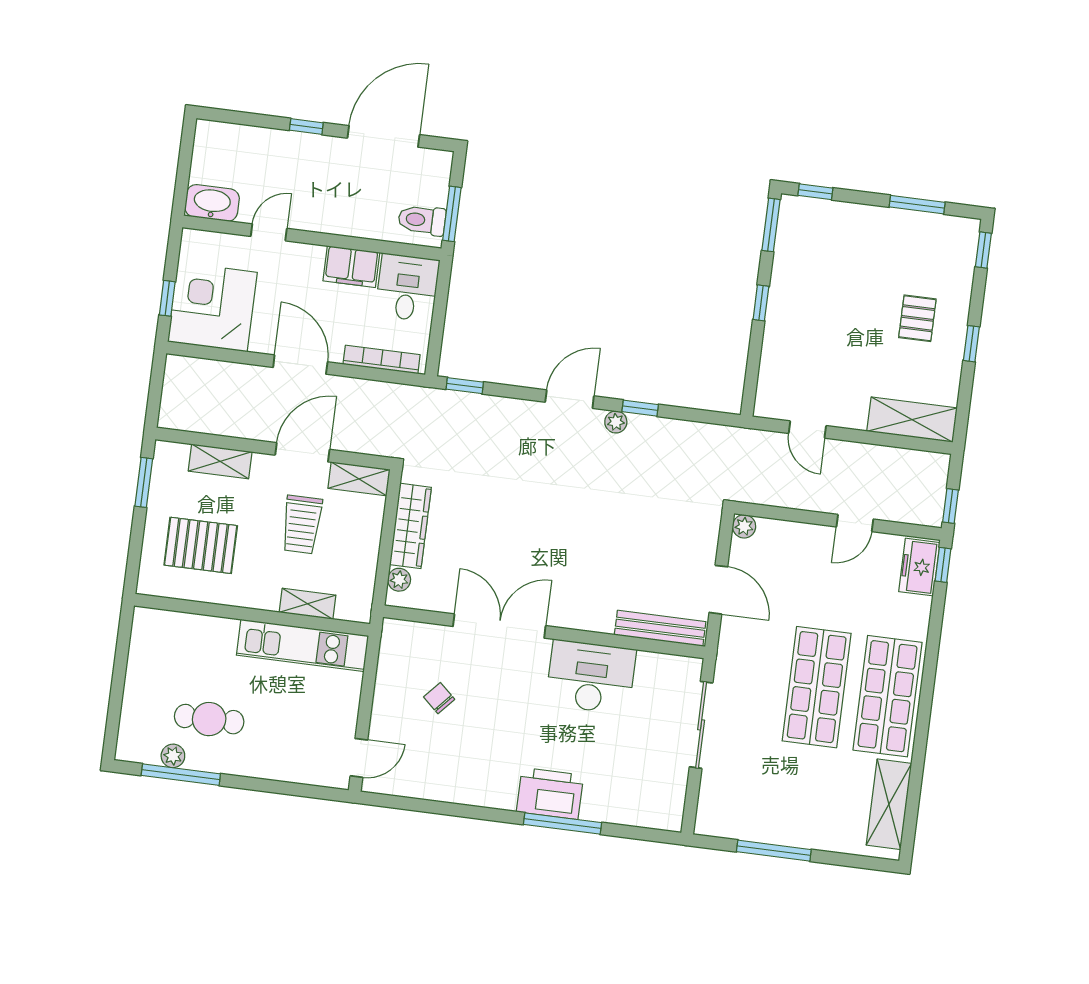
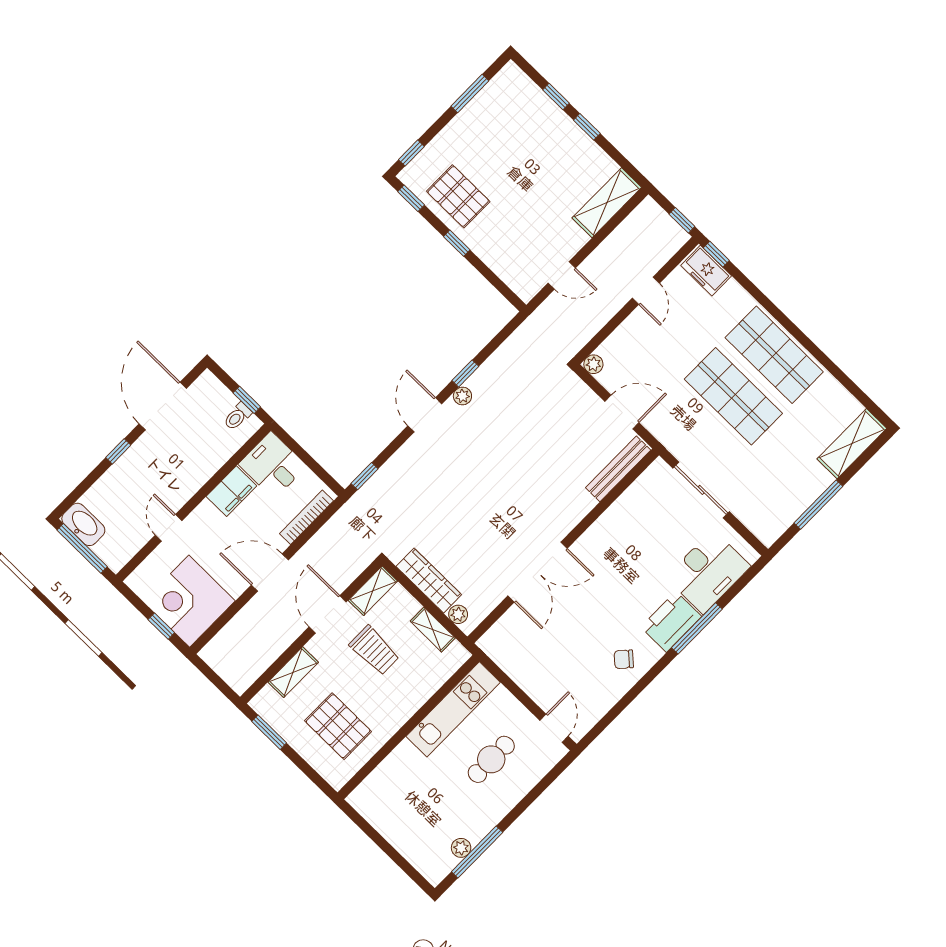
window: (185, 163) -> (82, 548), added
washbasin: (212, 203) -> (83, 524), moved, turned 90
window: (452, 214) -> (247, 400), width x0.67
toilet: (422, 220) -> (237, 416), width x0.73, depth x0.72
window: (771, 225) -> (411, 198), width x0.67
window: (983, 250) -> (556, 97), moved
pallet: (917, 318) -> (458, 196), moved, width x1.50, depth x1.42
pallet: (201, 545) -> (338, 726), turned 90
shelving: (308, 604) -> (433, 630), moved, turned 90
double door: (499, 626) -> (538, 572), swing flipped
desk: (591, 677) -> (708, 572), moved, turned 180
chair: (439, 698) -> (624, 659), moved
cafe table: (209, 719) -> (491, 759), moved
shelving: (889, 804) -> (852, 444), moved, turned 90

